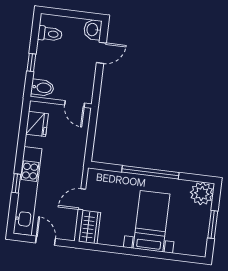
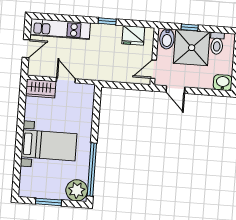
door: (101, 53) -> (175, 90), moved
shower: (53, 61) -> (192, 48), added
window: (150, 172) -> (92, 169), moved
window: (16, 183) -> (107, 21), moved
kitchen unit: (28, 191) -> (60, 29), width x0.73

